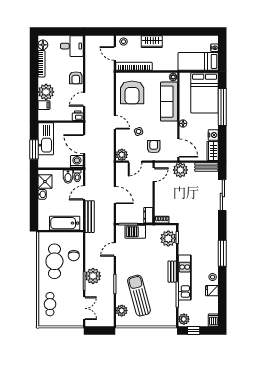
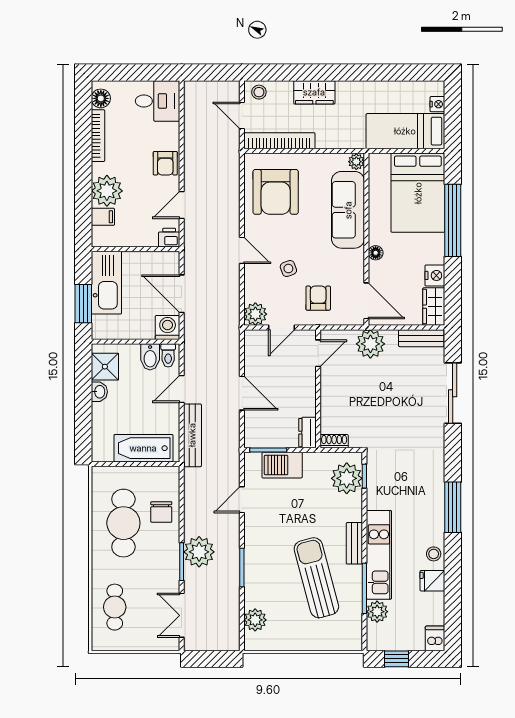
sun lounger: (139, 296) -> (316, 578), moved
double door: (84, 308) -> (182, 615), swing flipped
plant: (184, 319) -> (377, 612), moved

